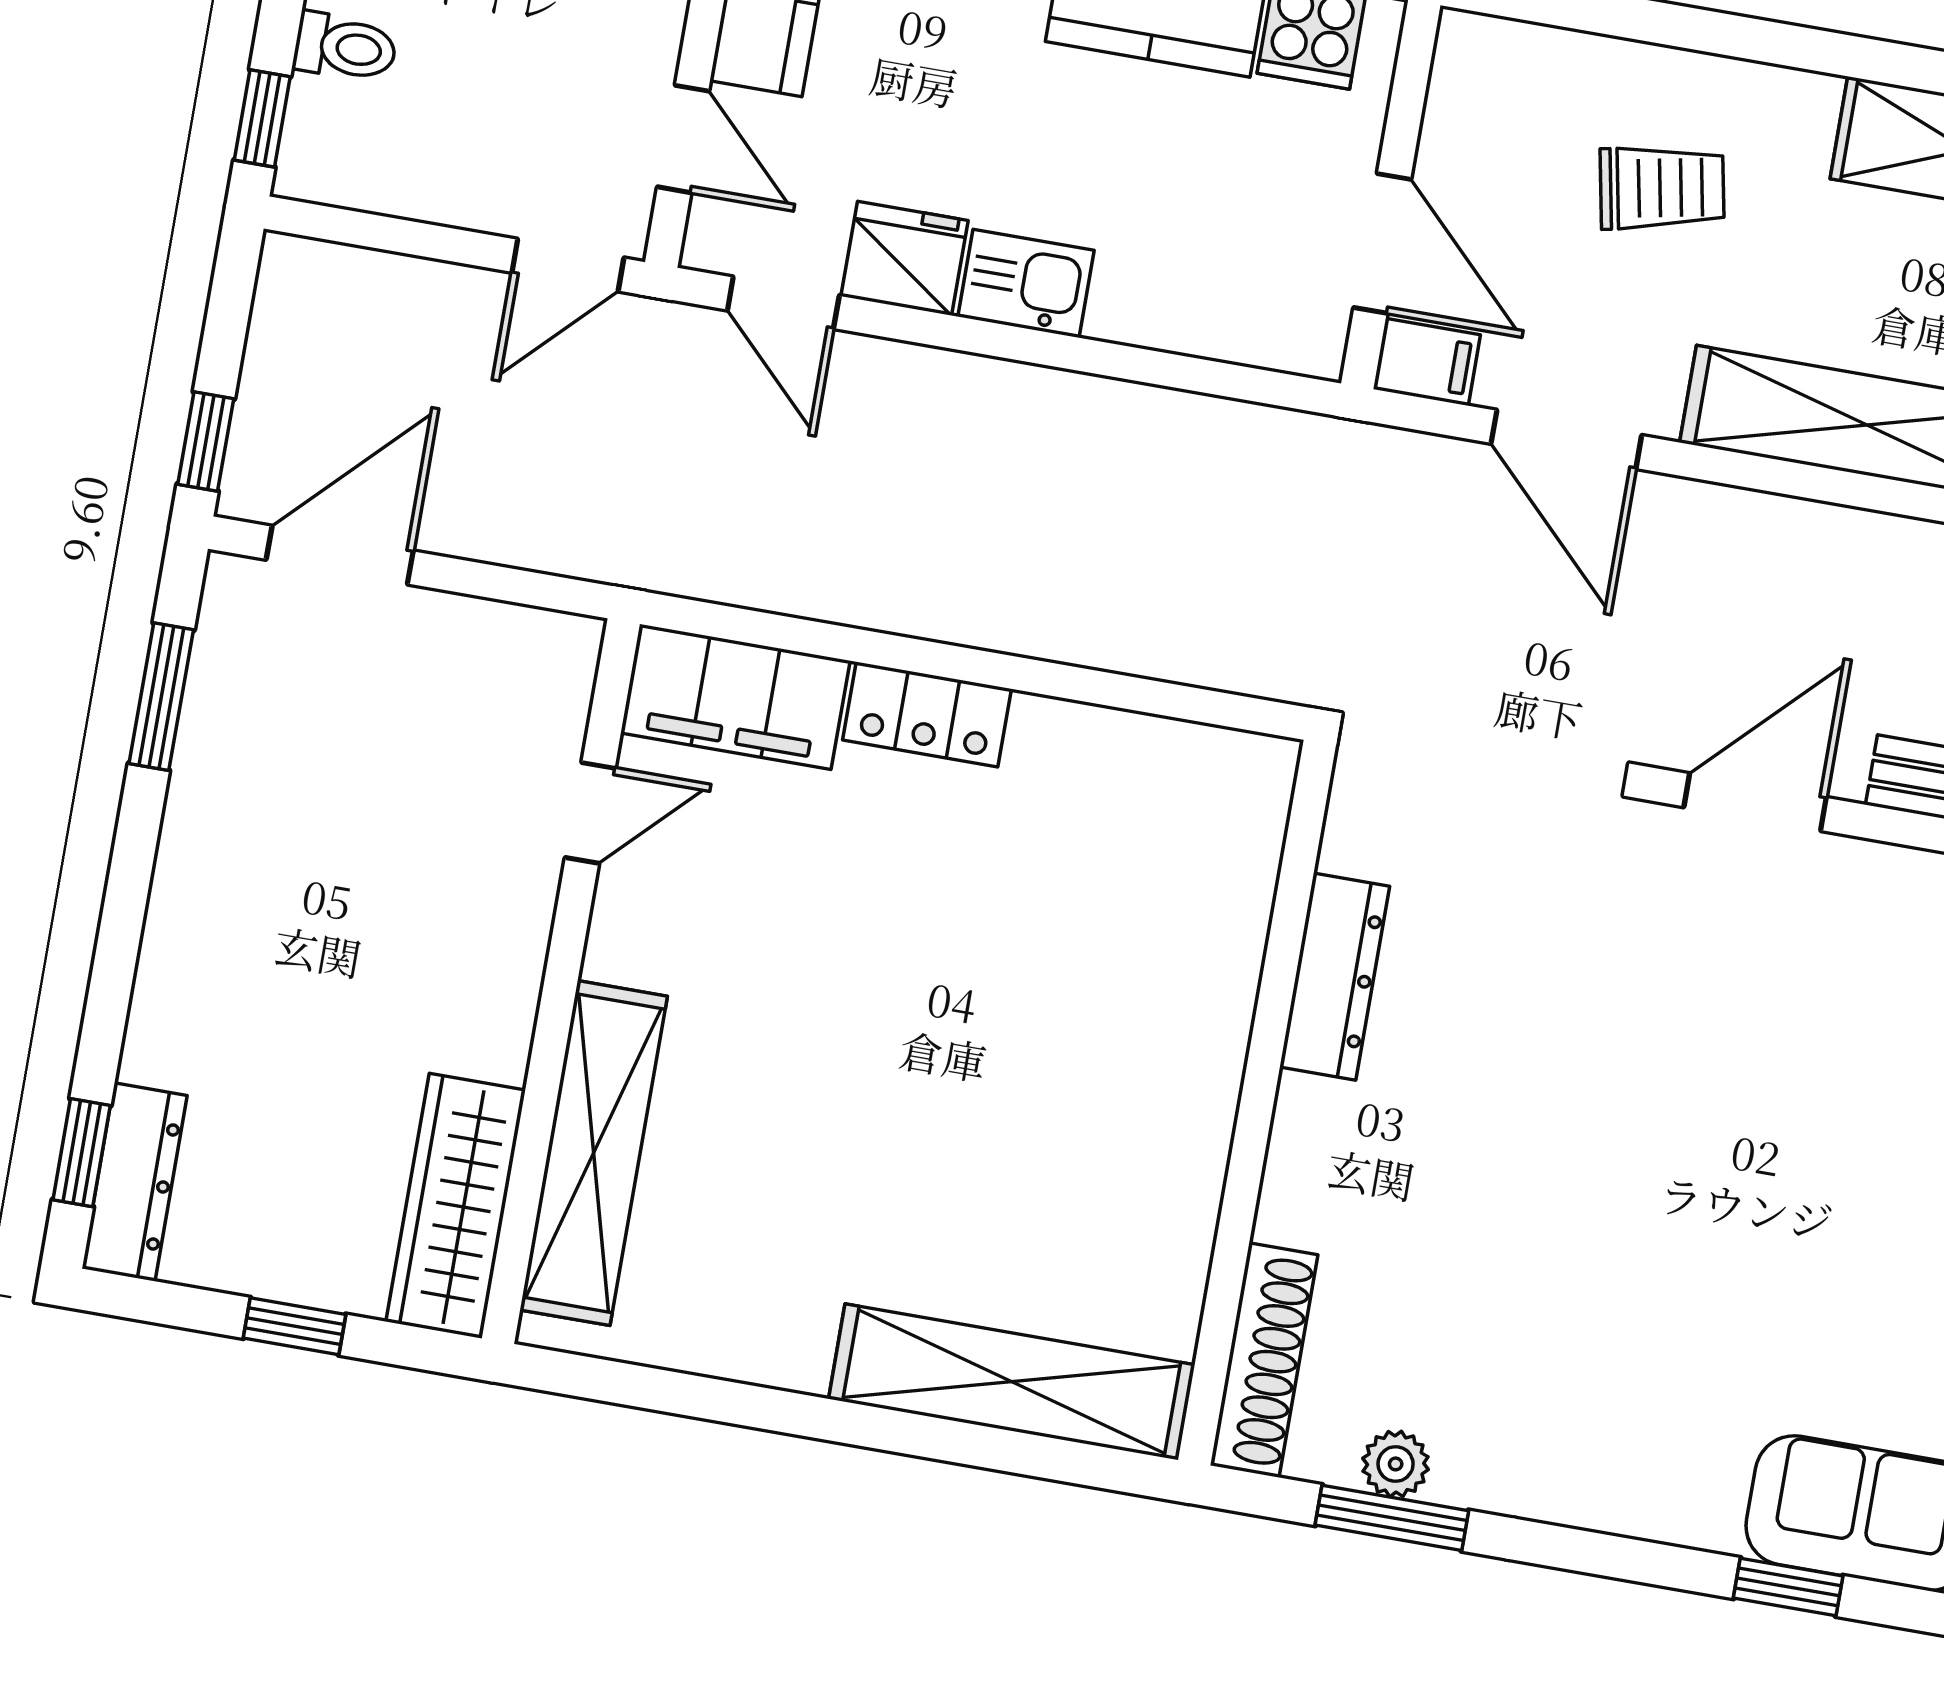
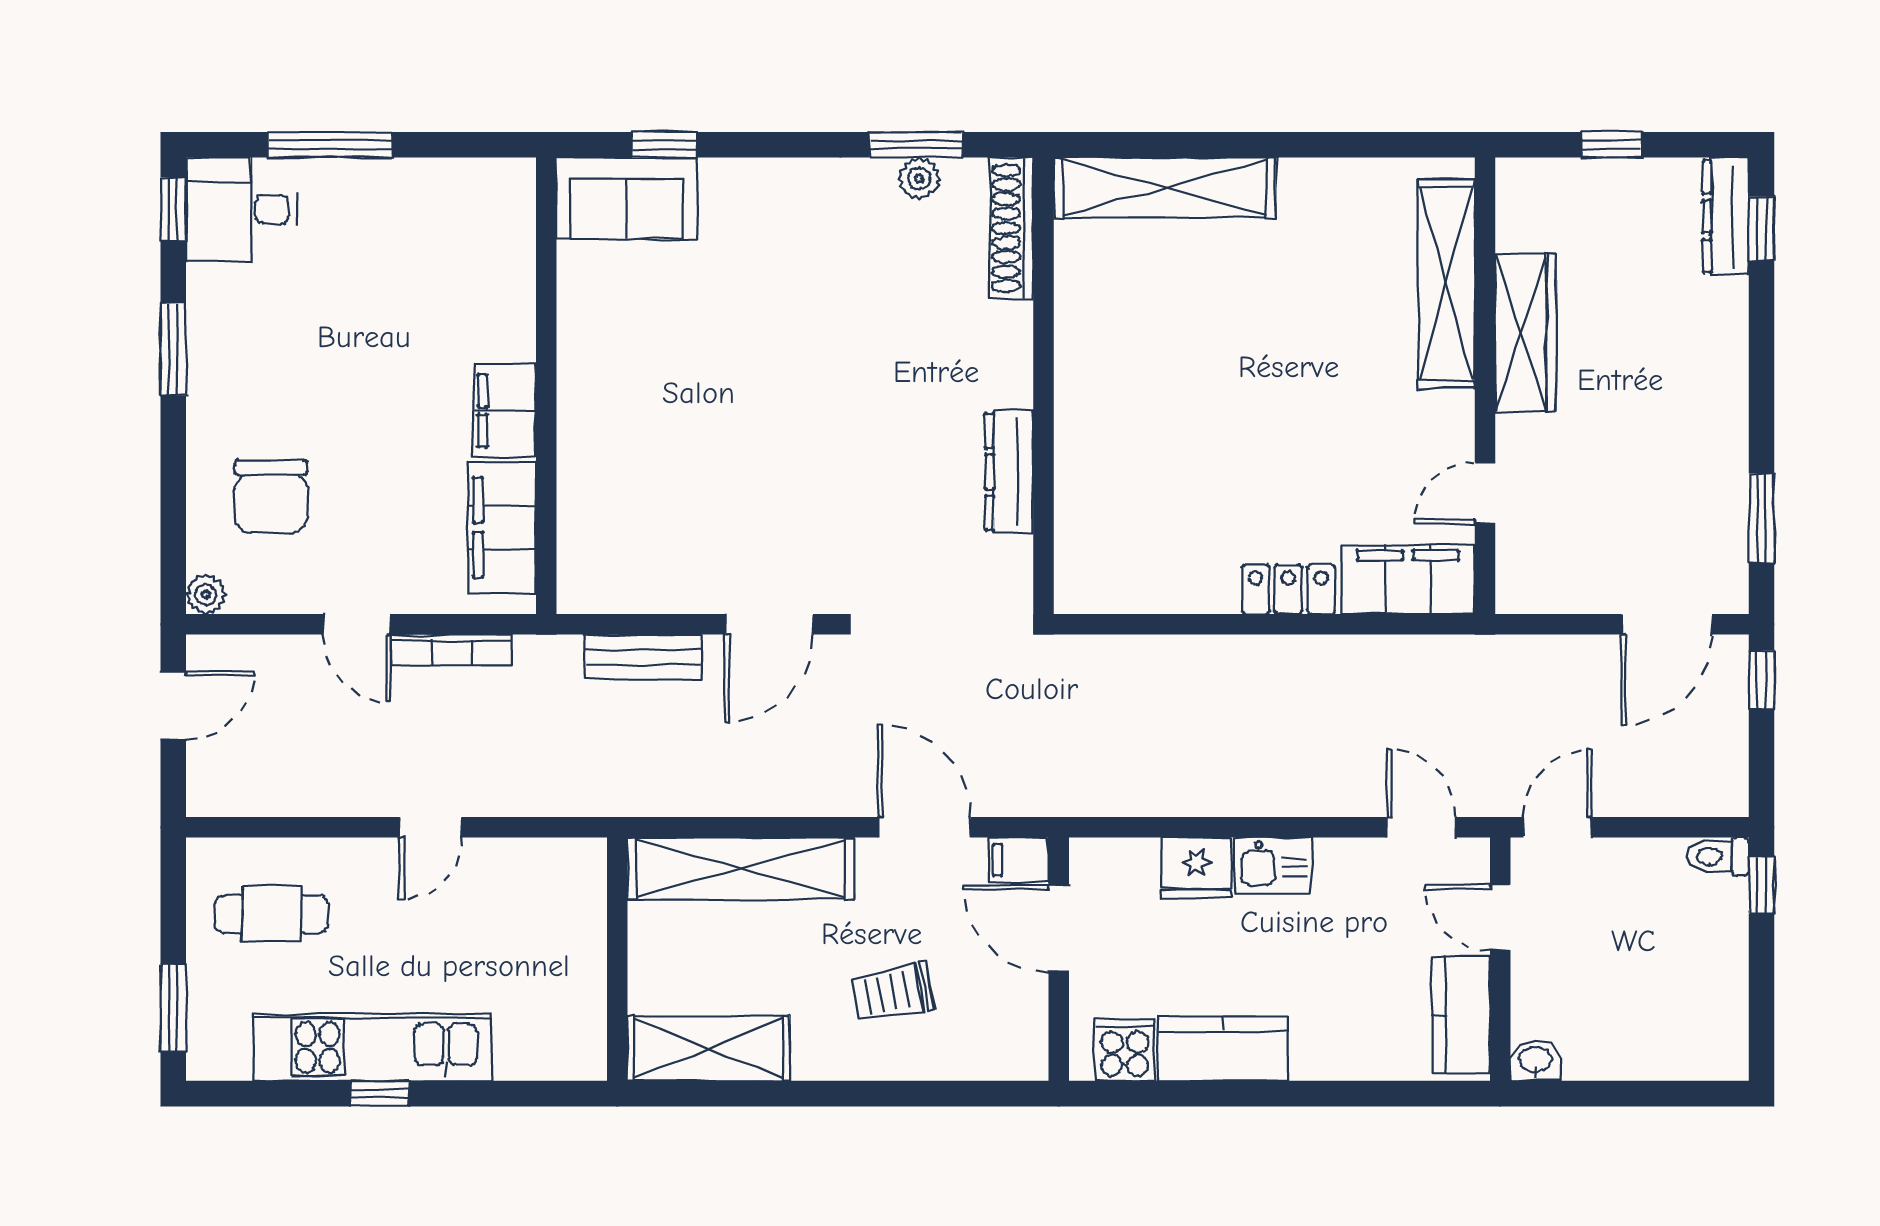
toilet: (345, 47) -> (1718, 856), moved
fridge: (904, 258) -> (1196, 868), moved
wardrobe: (456, 1206) -> (1526, 333), moved

